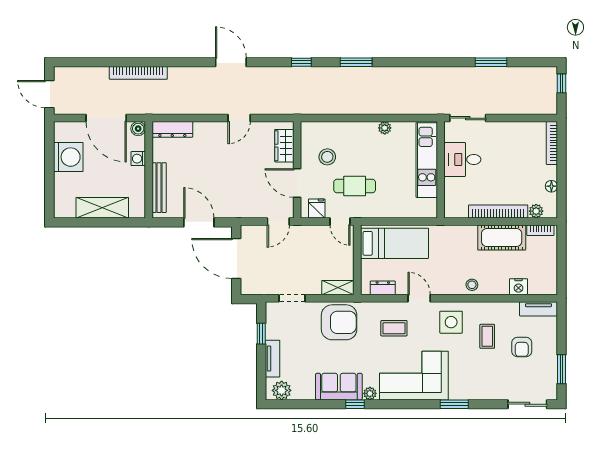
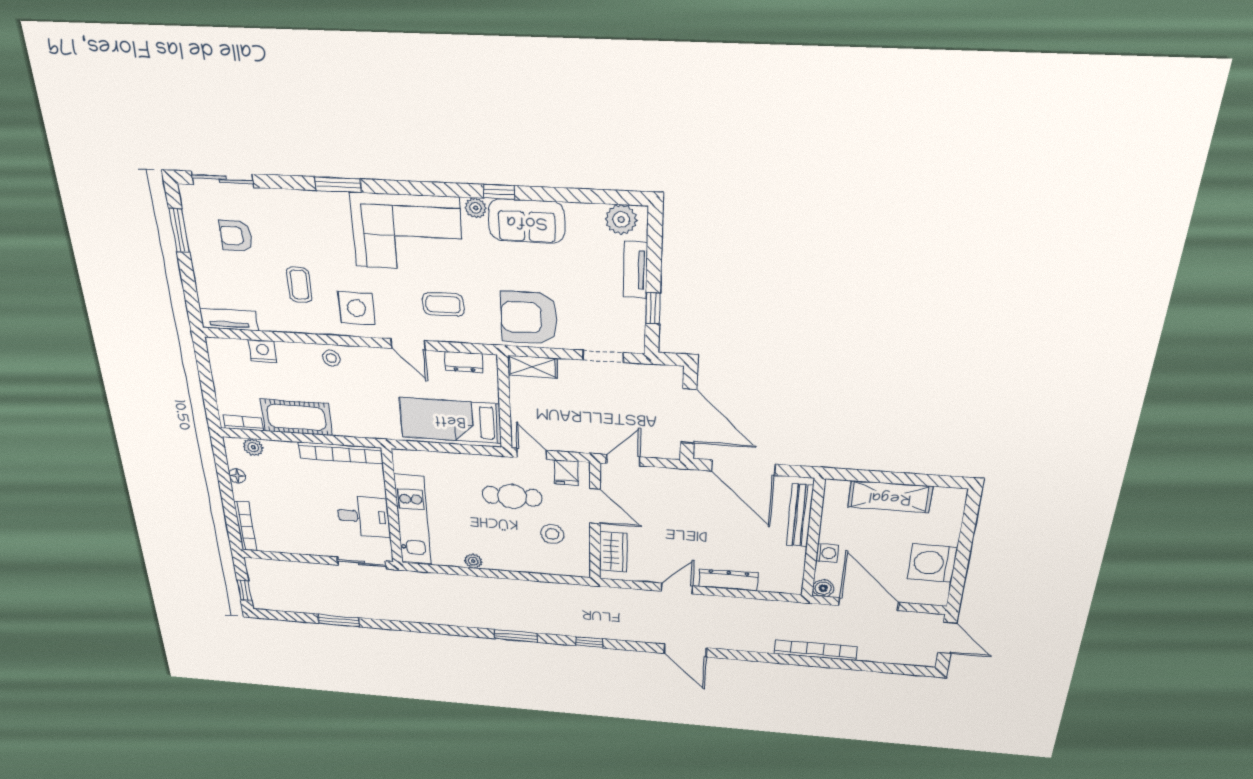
dresser: (172, 129) -> (728, 580), moved
bookcase: (498, 211) -> (341, 453), moved
door: (199, 222) -> (743, 467), width x1.36
armchair: (522, 347) -> (236, 236), moved, turned -90

